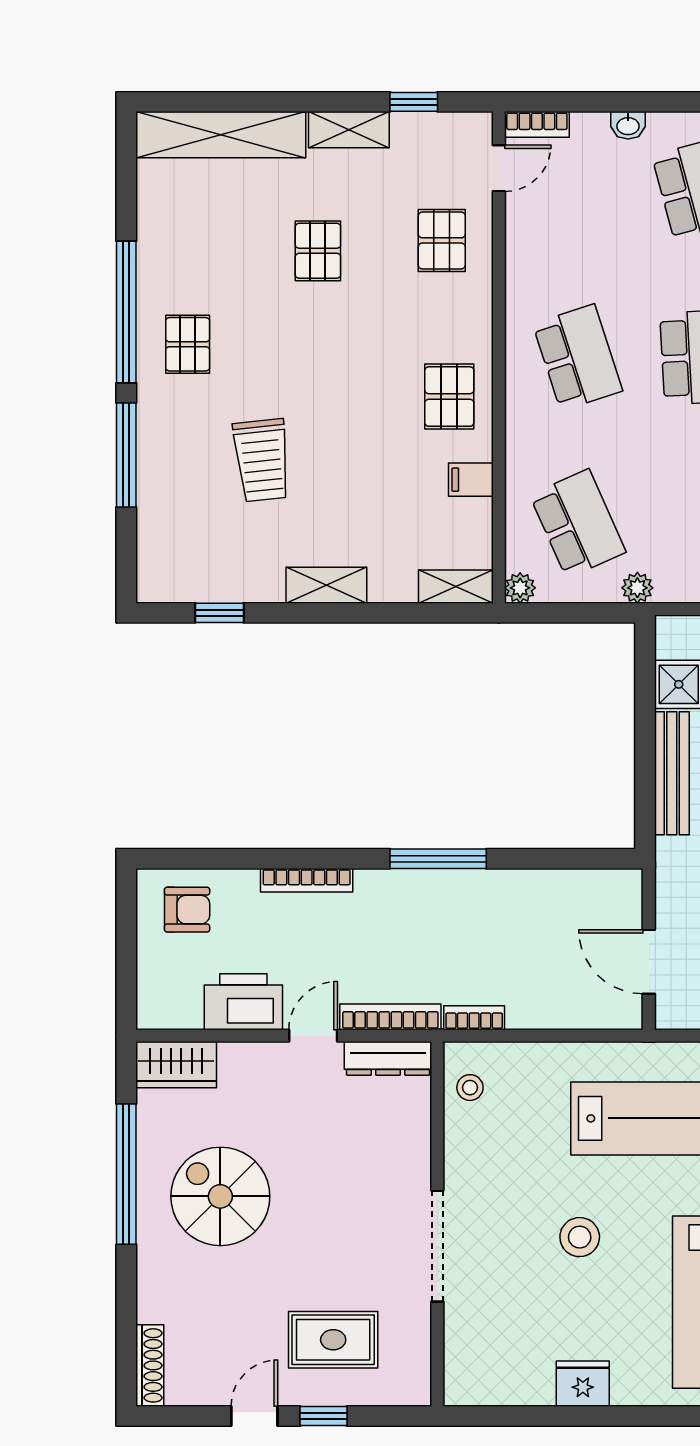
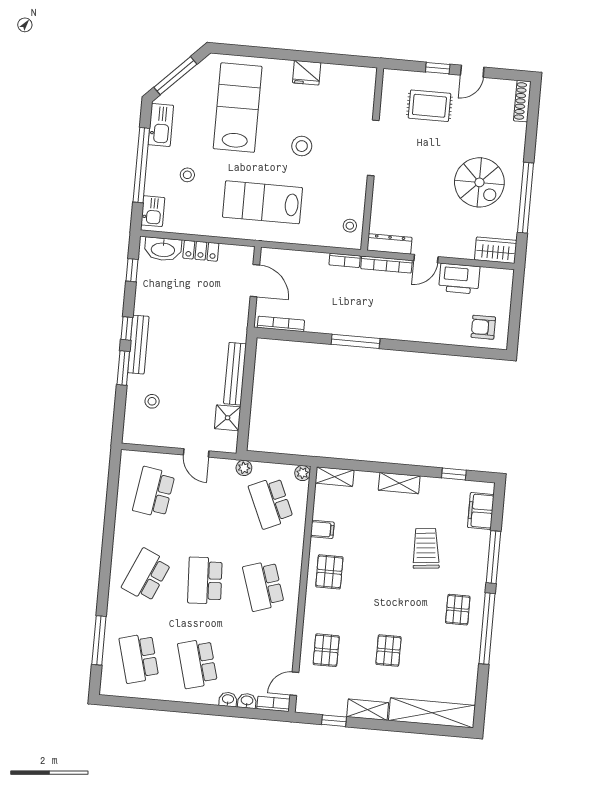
washbasin: (590, 126) -> (247, 701), added
filing cabinet: (159, 544) -> (481, 511), added
bookcase: (307, 880) -> (281, 324), moved

